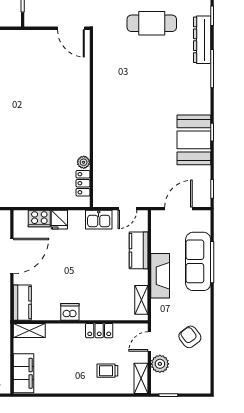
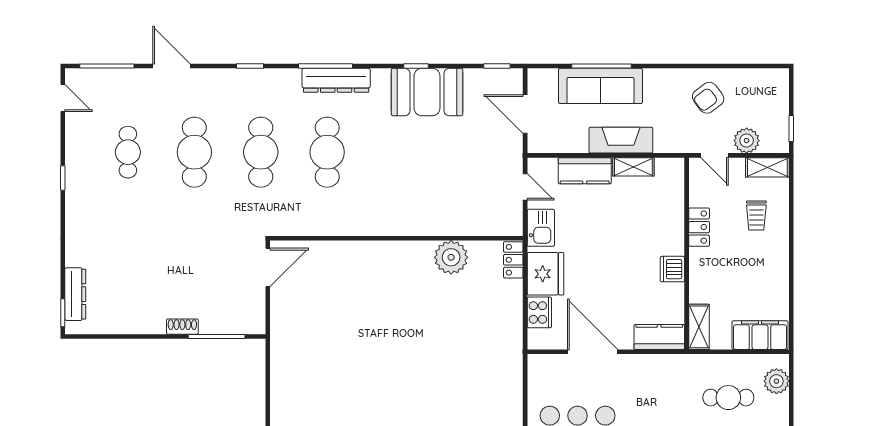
dresser: (202, 40) -> (336, 80), moved
cafe table: (152, 70) -> (327, 152), added
plant: (84, 162) -> (451, 257), width x1.87, depth x1.87
locker: (83, 183) -> (513, 260), moved, turned 90
fridge: (59, 220) -> (546, 274), width x1.88, depth x1.34
shelving: (141, 300) -> (633, 167), moved

